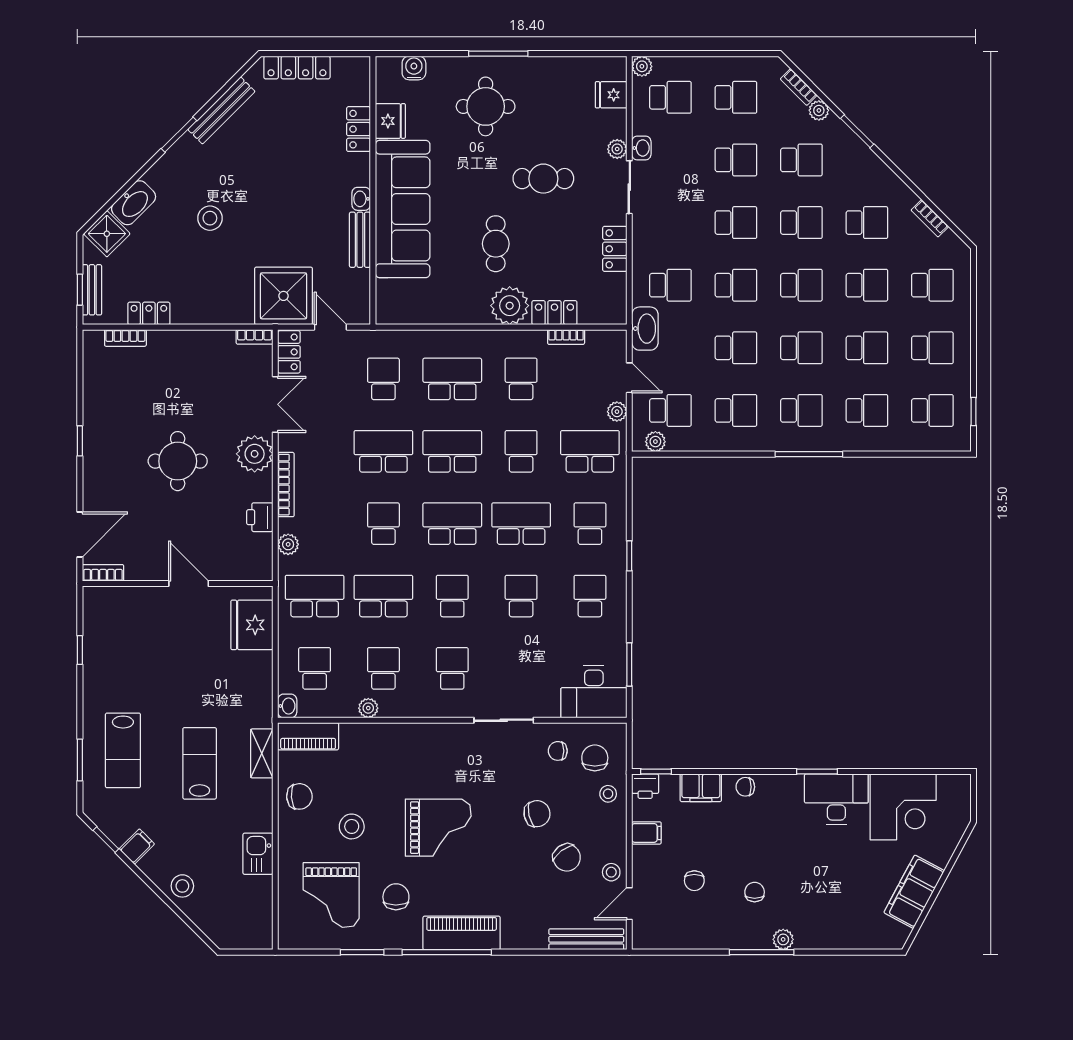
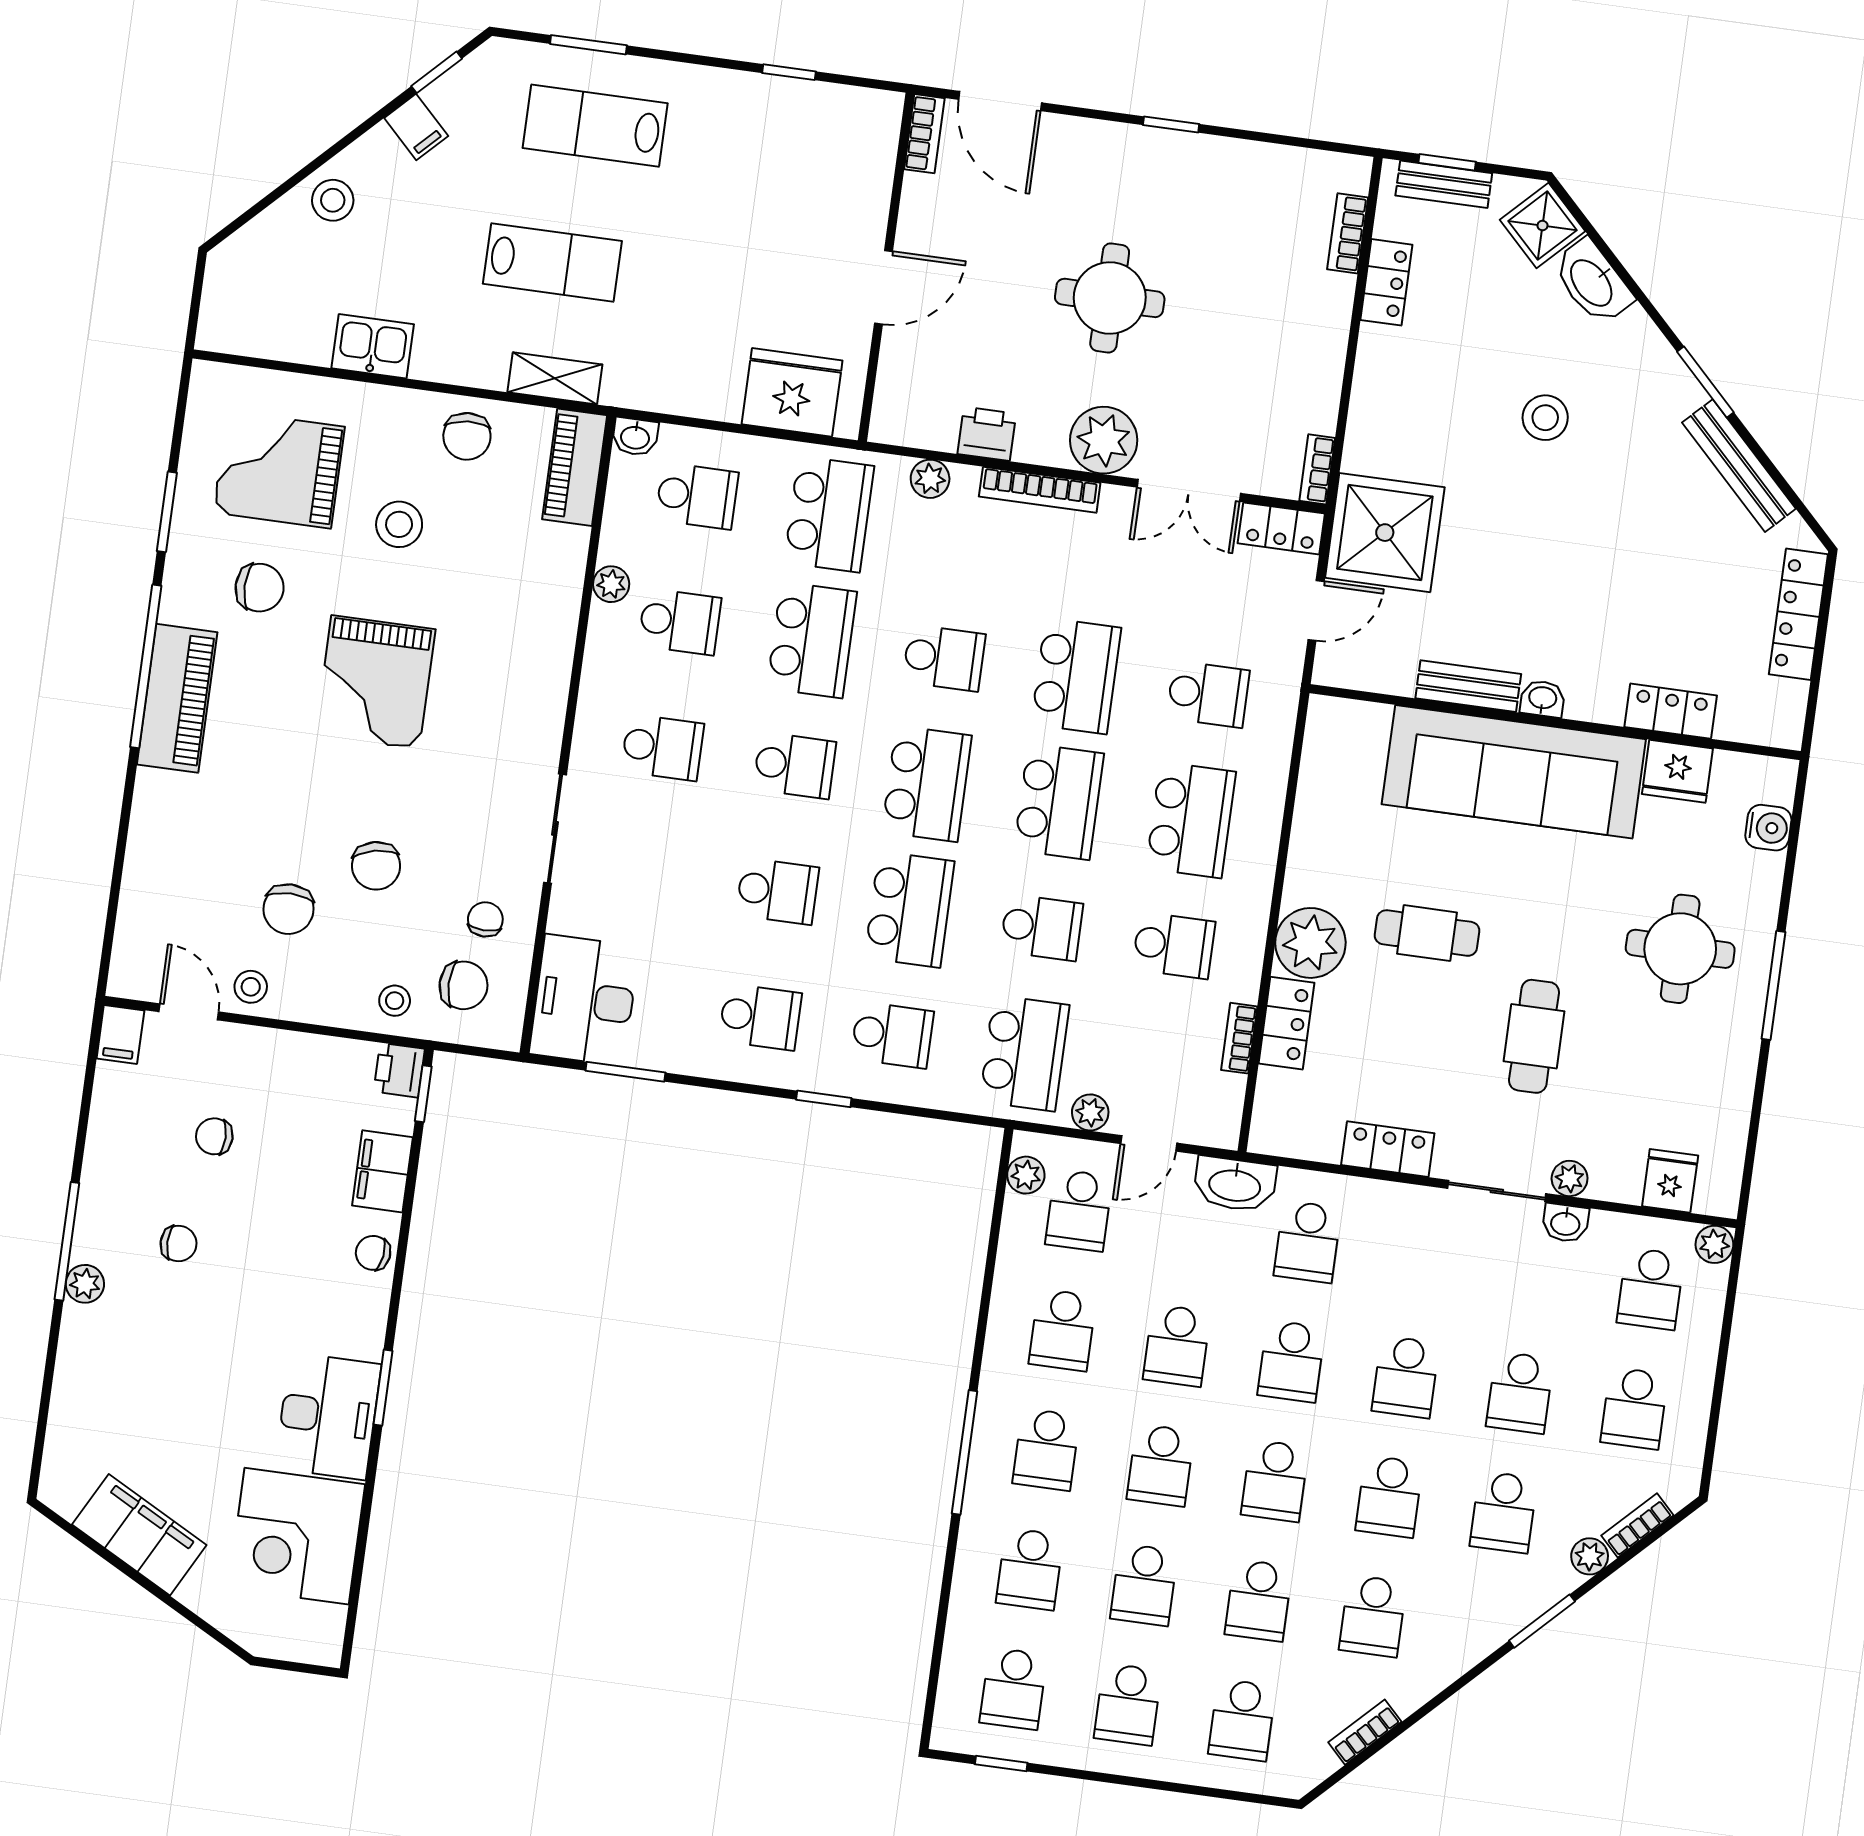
chair: (745, 787) -> (373, 1253), turned -82
filing cabinet: (646, 833) -> (120, 1034), moved
chair: (567, 858) -> (289, 909), turned -53
bench: (586, 939) -> (134, 924), removed

